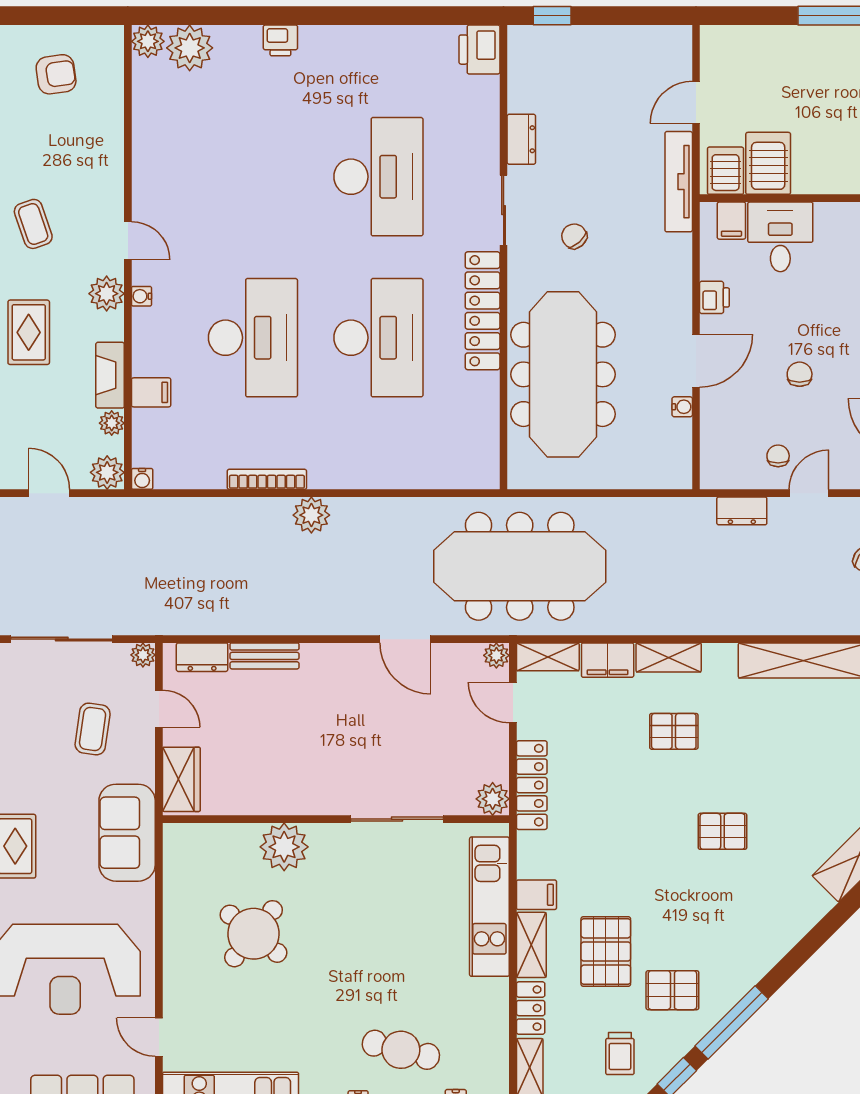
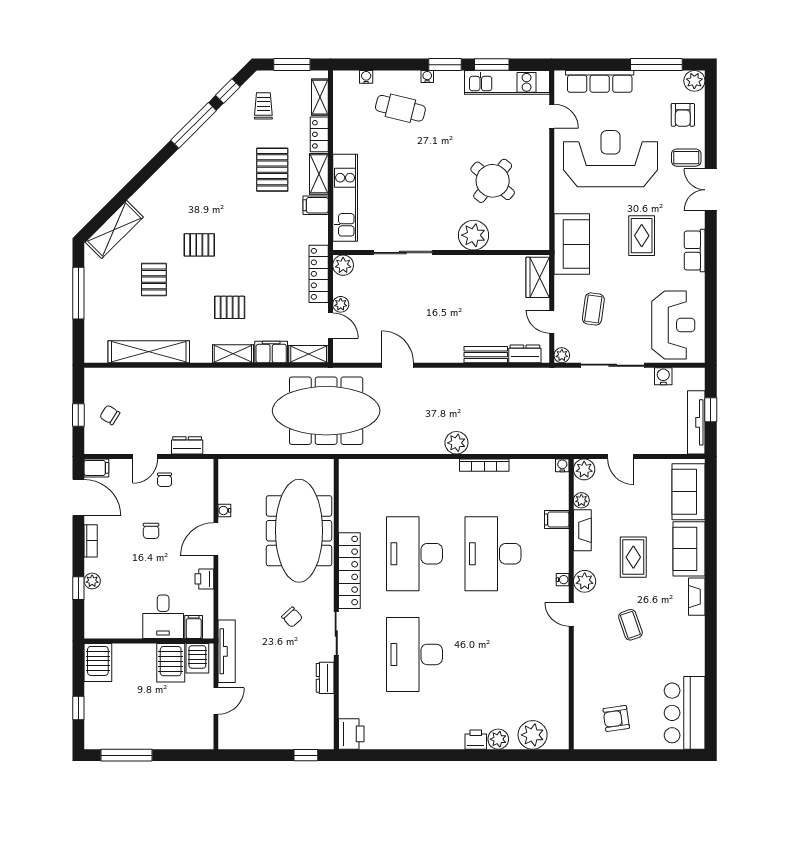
plant: (148, 41) -> (498, 739), moved
plant: (496, 655) -> (341, 304), moved
pallet: (672, 990) -> (154, 280), moved, turned 90

